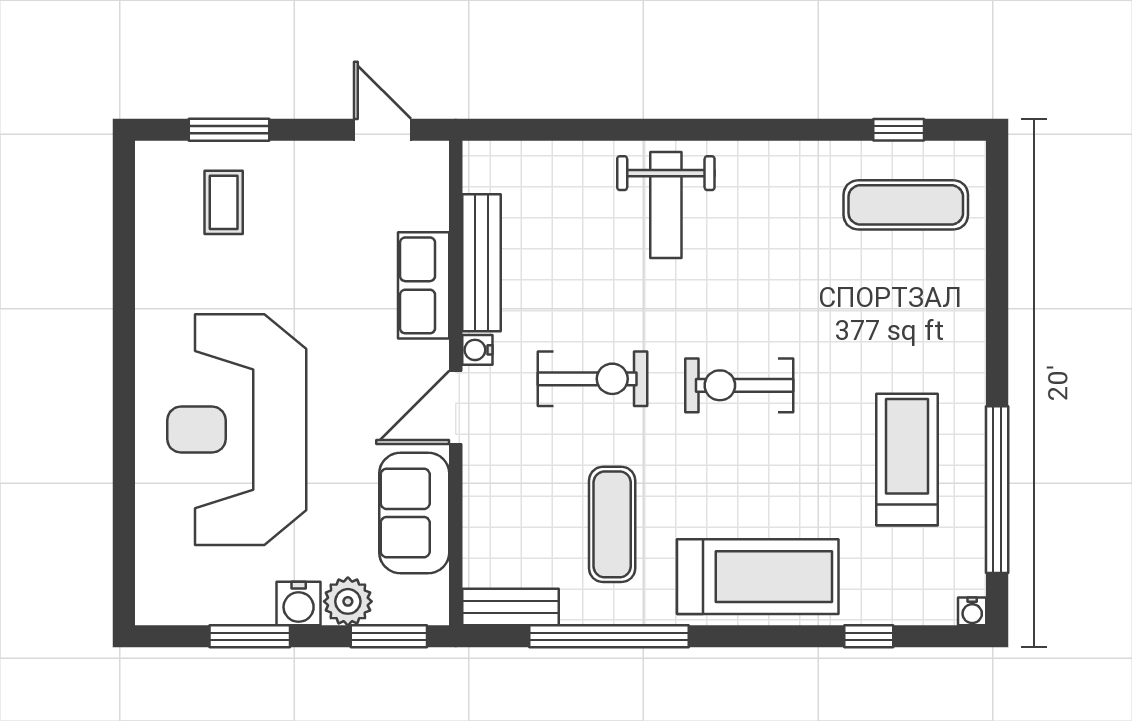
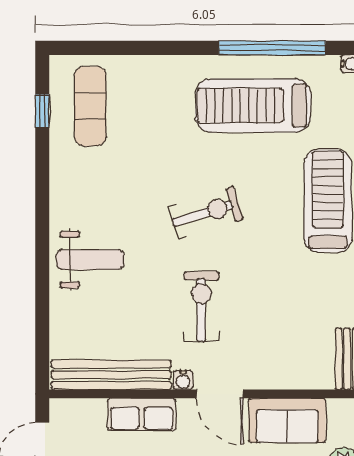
bench: (481, 263) -> (111, 375), width x1.37, depth x1.21
exercise bike: (739, 385) -> (206, 213), turned -107
treadmill: (907, 459) -> (253, 105), width x1.37, depth x1.38
exercise mat: (612, 524) -> (294, 294), removed

